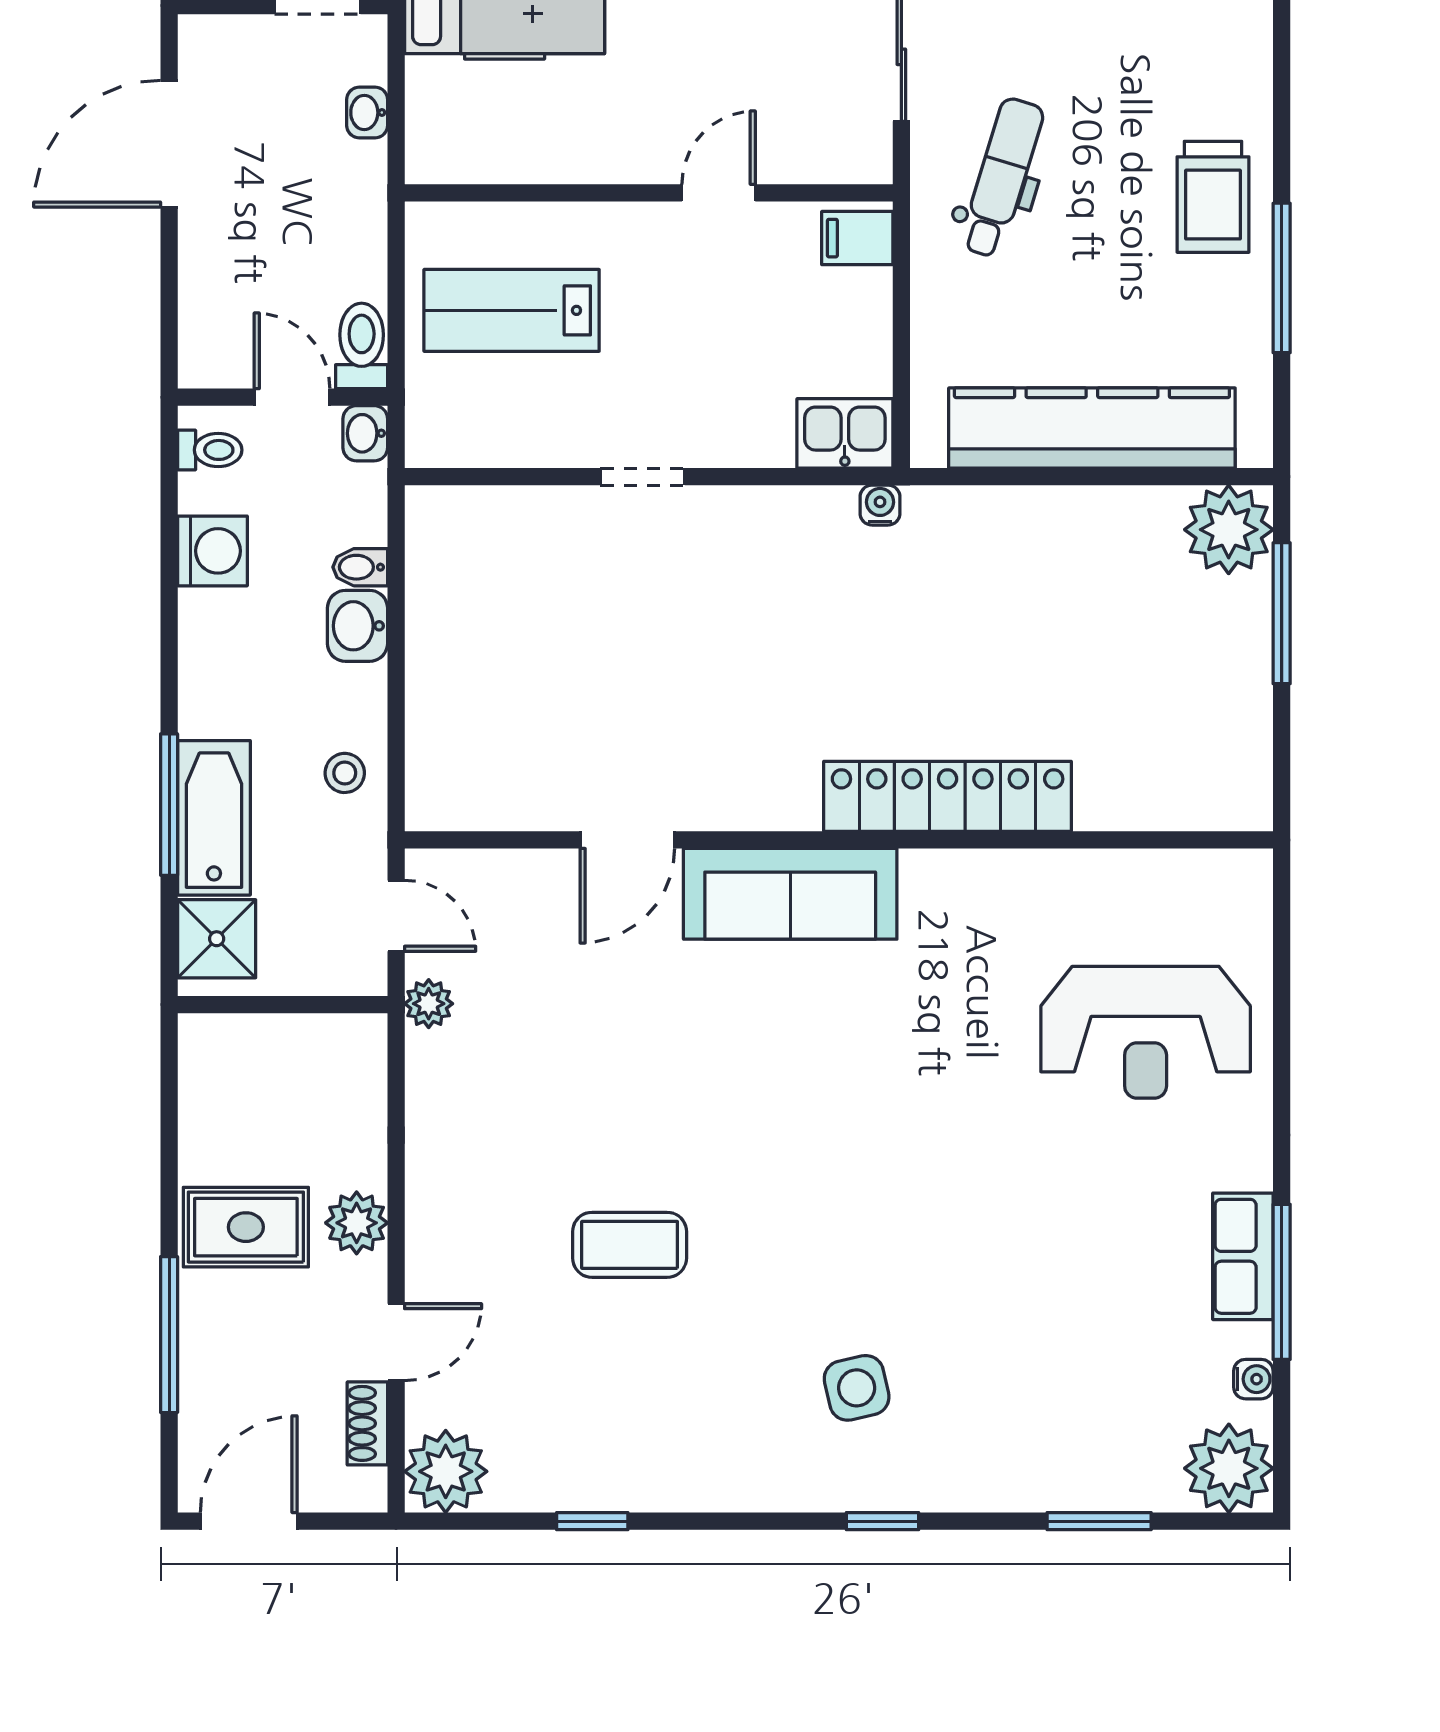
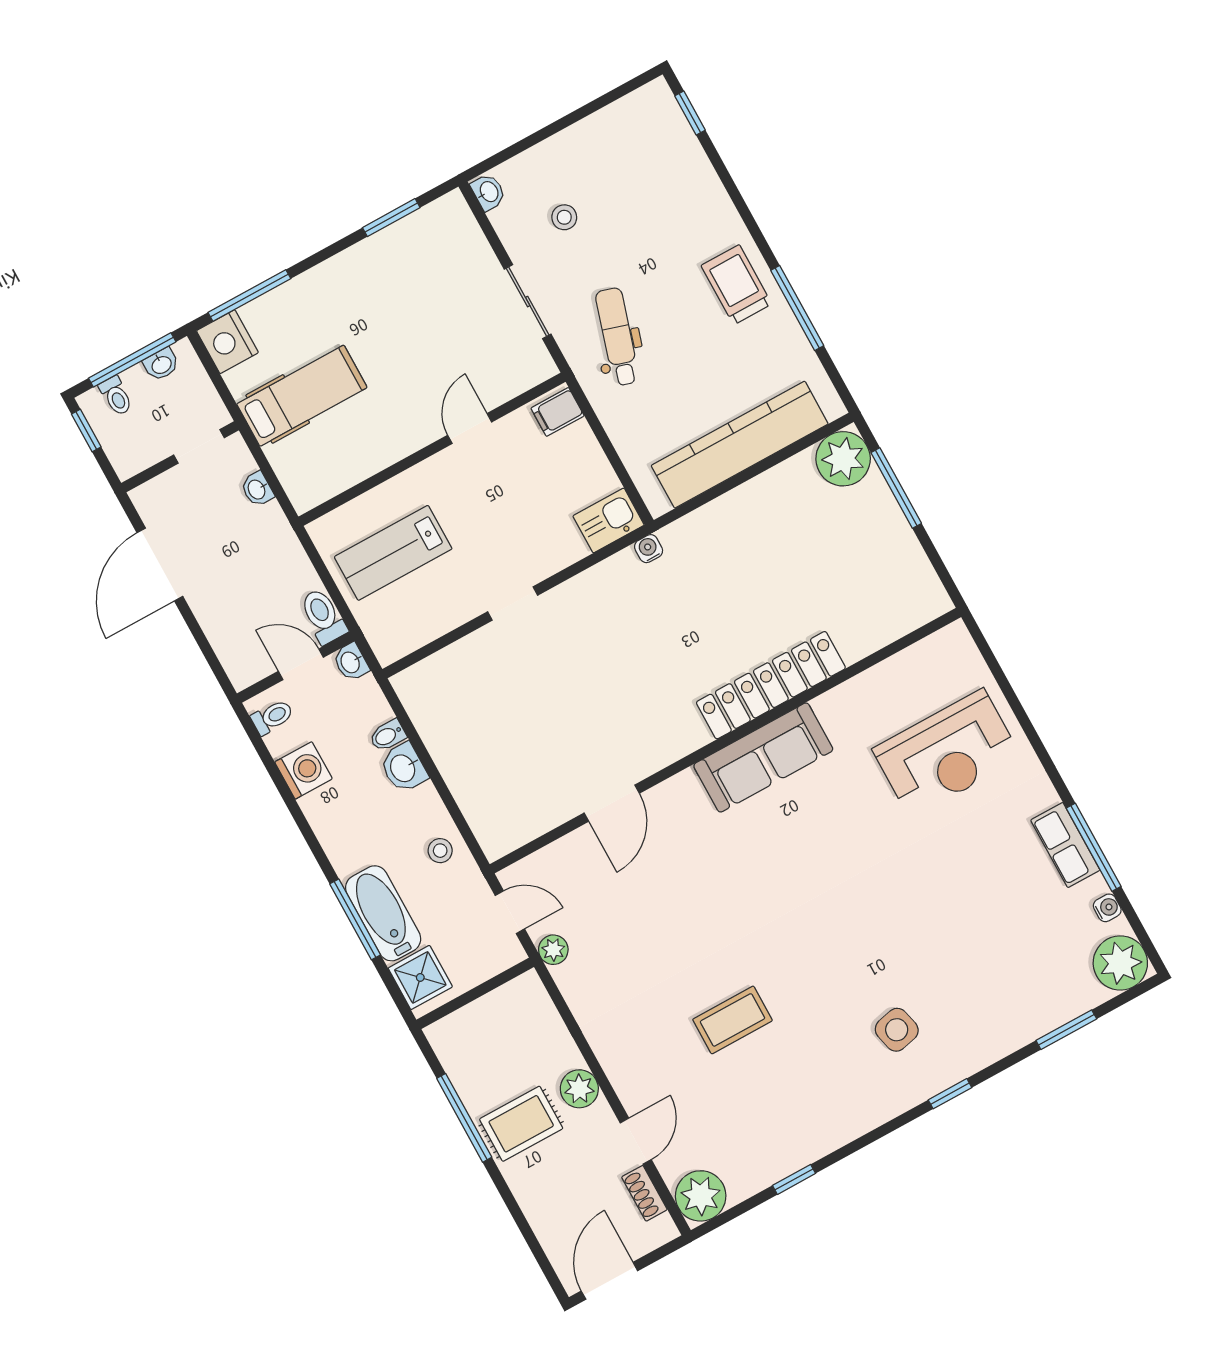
trolley: (1213, 197) -> (736, 285), turned 180
sofa: (790, 894) -> (763, 757), moved
window: (169, 1335) -> (464, 1118), moved

